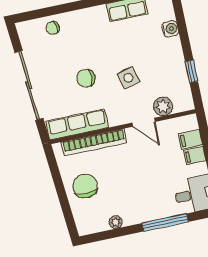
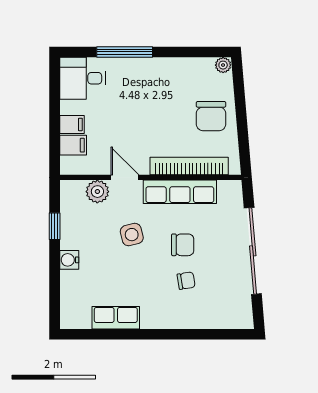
chair: (53, 28) -> (186, 281), moved
water cooler: (170, 29) -> (69, 260), moved
row of seats: (77, 124) -> (180, 192), moved
plant: (116, 222) -> (223, 65), moved

